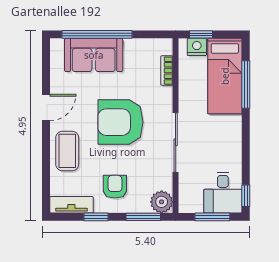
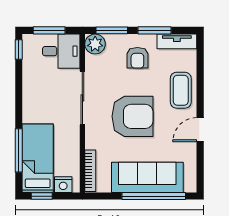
window: (201, 34) -> (42, 196), moved
sofa: (94, 55) -> (147, 177), width x1.36
bookcase: (167, 71) -> (90, 171), width x1.56
desk: (223, 193) -> (61, 51), moved, turned 90
window: (96, 217) -> (155, 30), width x1.50

